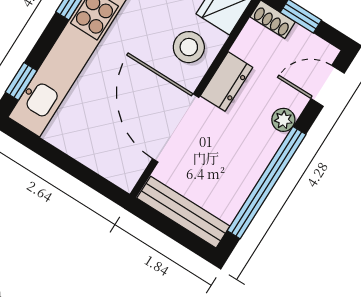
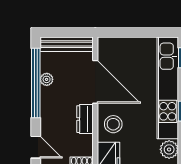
door: (328, 86) -> (36, 147), hinge flipped
plant: (283, 120) -> (47, 79), moved

